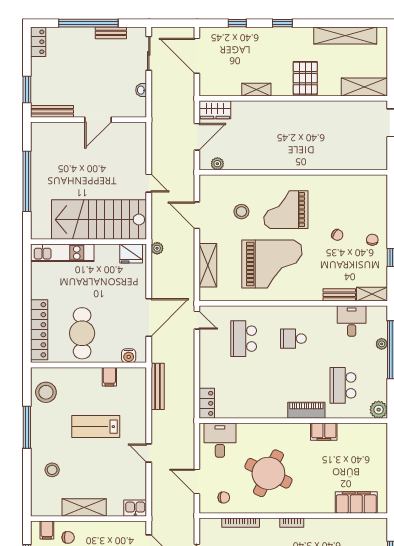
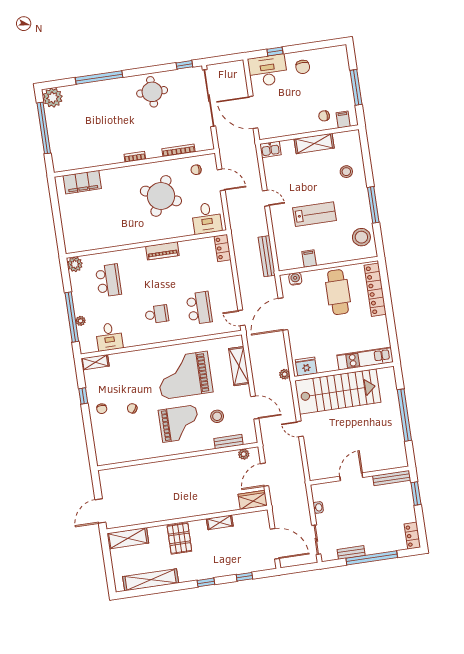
bench: (339, 295) -> (229, 442), moved
piano: (306, 410) -> (162, 251), moved
filing cabinet: (324, 432) -> (119, 239), removed

